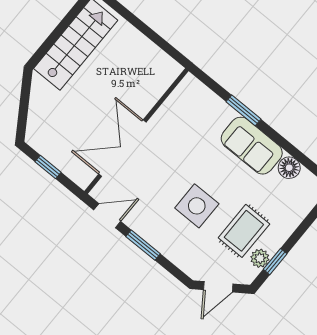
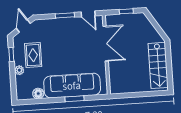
sofa: (252, 146) -> (72, 86), width x1.85, depth x1.27
side table: (197, 206) -> (59, 48), removed
door: (107, 216) -> (88, 14), hinge flipped
plant: (260, 258) -> (19, 70), moved

